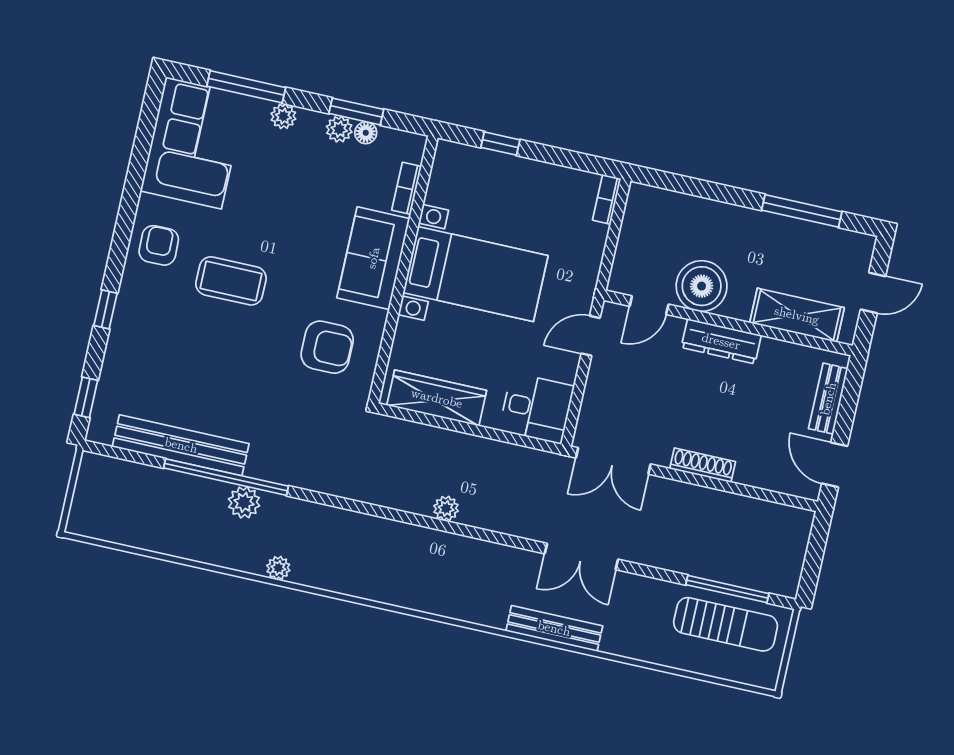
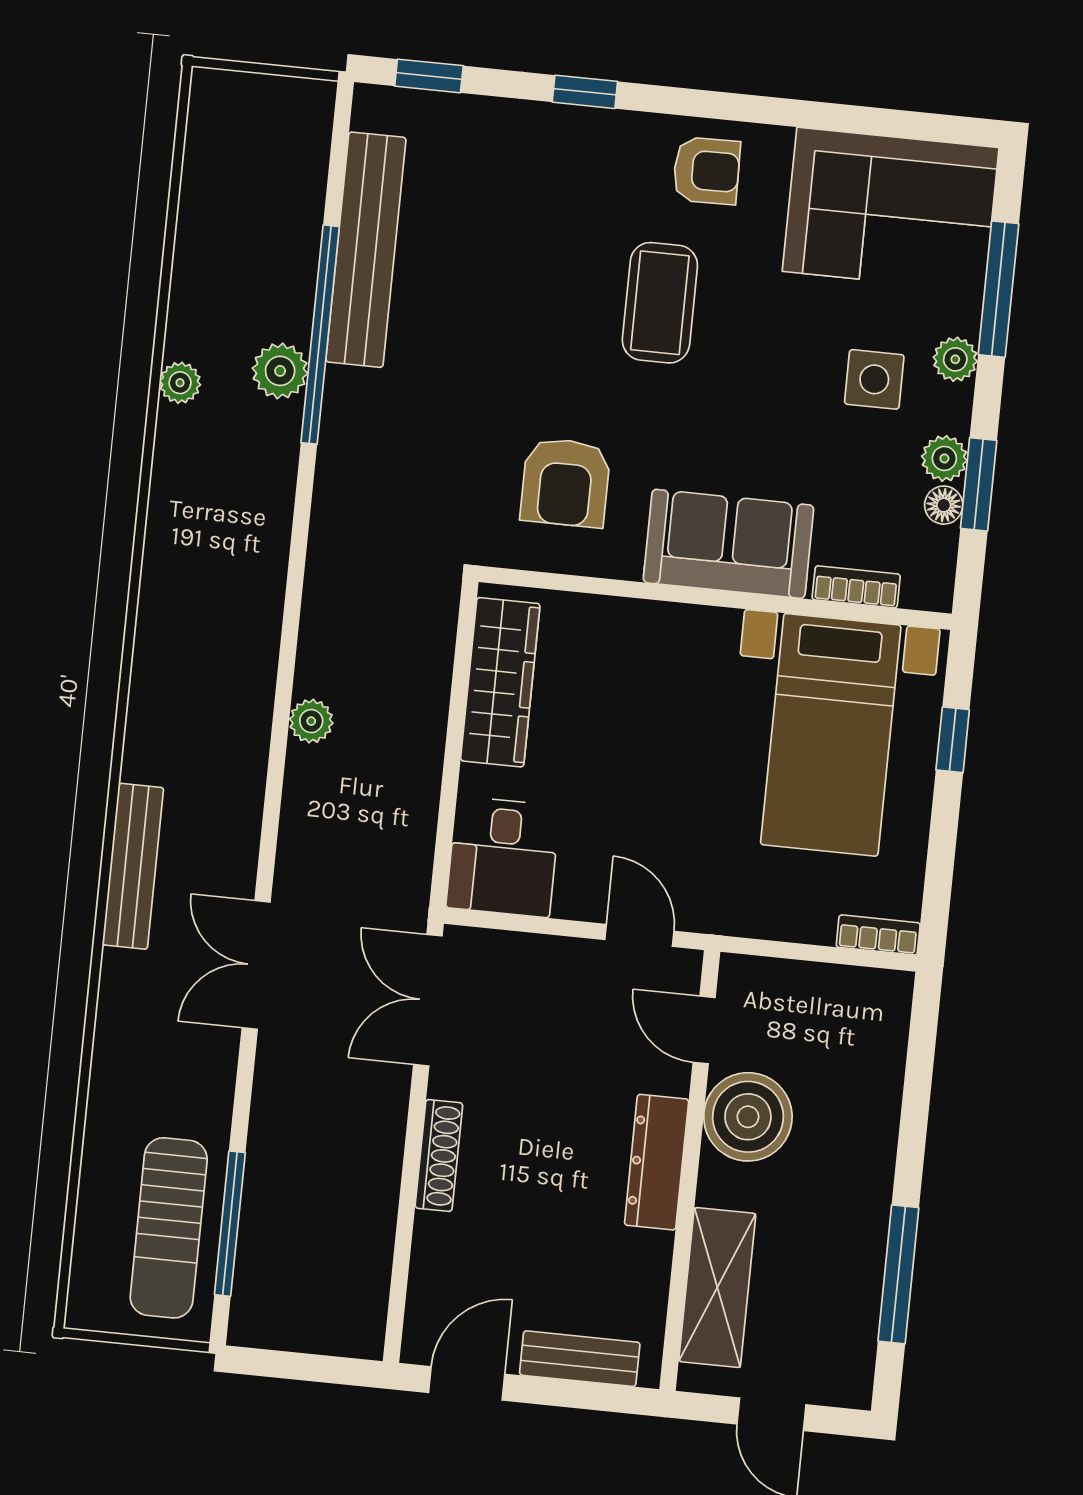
side table: (289, 164) -> (874, 379), added
bed with nightstands: (476, 274) -> (831, 735), moved
plant: (278, 568) -> (180, 383), moved
bench: (554, 628) -> (133, 866), moved

